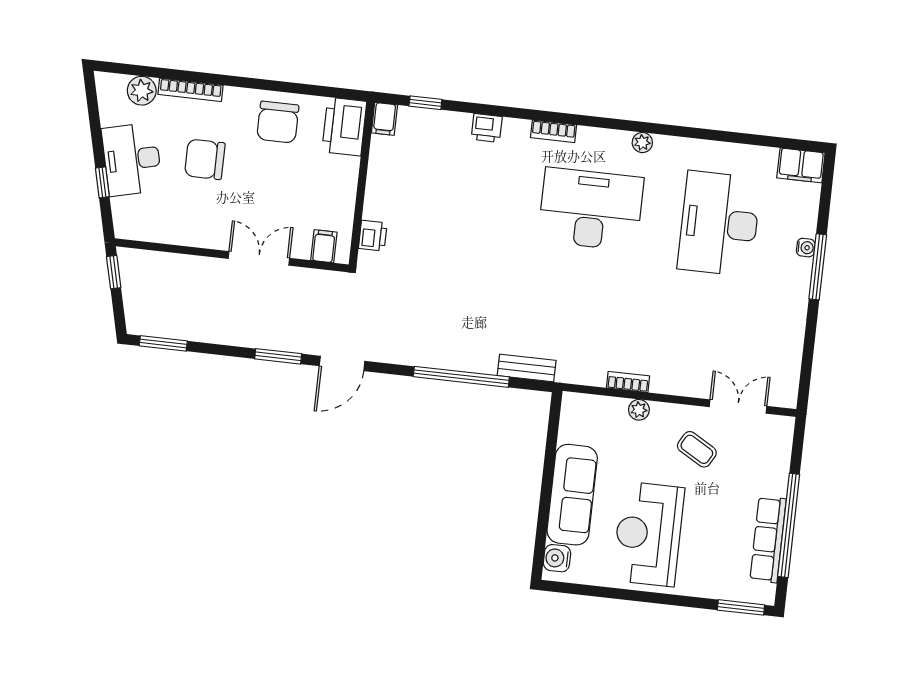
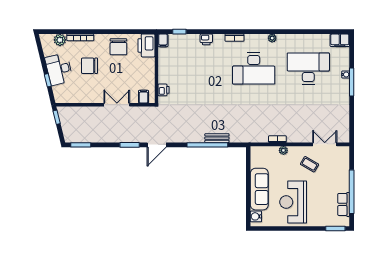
desk: (591, 209) -> (254, 68), turned 180
desk: (719, 224) -> (308, 68), turned 90
bench: (527, 368) -> (217, 138), moved
row of seats: (768, 539) -> (344, 204), width x0.68

